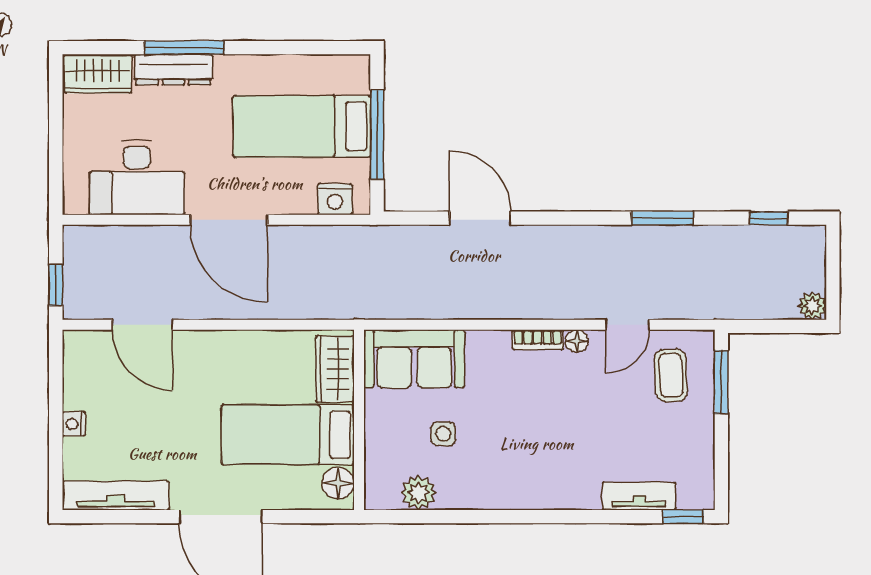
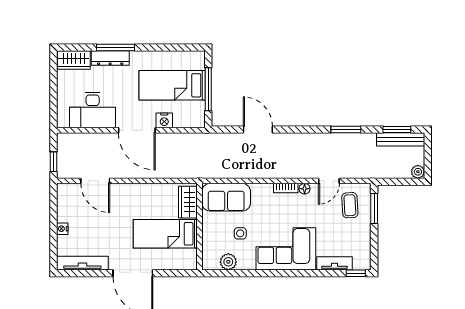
nightstand: (335, 199) -> (164, 120), moved
window: (769, 218) -> (397, 130), width x1.50
bench: (776, 239) -> (401, 139), added
corner sofa: (538, 466) -> (286, 249), added
floor lamp: (338, 483) -> (190, 257), removed

